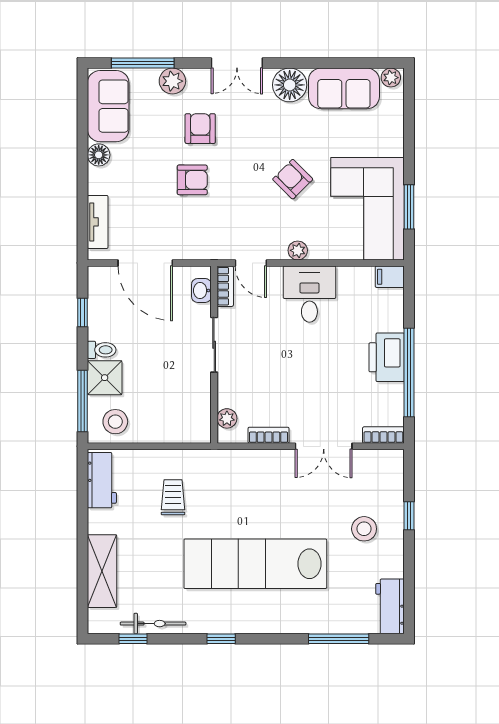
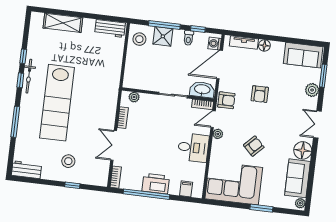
window: (143, 63) -> (323, 76), width x0.69
armchair: (200, 129) -> (226, 100), moved
floor lamp: (99, 155) -> (264, 45), moved
window: (409, 207) -> (261, 208), moved
plant: (298, 250) -> (218, 134), moved
washing machine: (106, 277) -> (215, 44), added
filing cabinet: (390, 277) -> (186, 189), moved
washbasin: (201, 290) -> (202, 90), width x1.91, depth x1.45
toilet: (102, 350) -> (189, 38), moved
window: (83, 401) -> (164, 25), moved
trolley: (173, 497) -> (97, 64), removed
lab bench: (255, 564) -> (57, 103), turned 180
bicycle: (153, 624) -> (29, 76), moved
window: (133, 639) -> (23, 56), moved
window: (339, 639) -> (15, 122), moved

